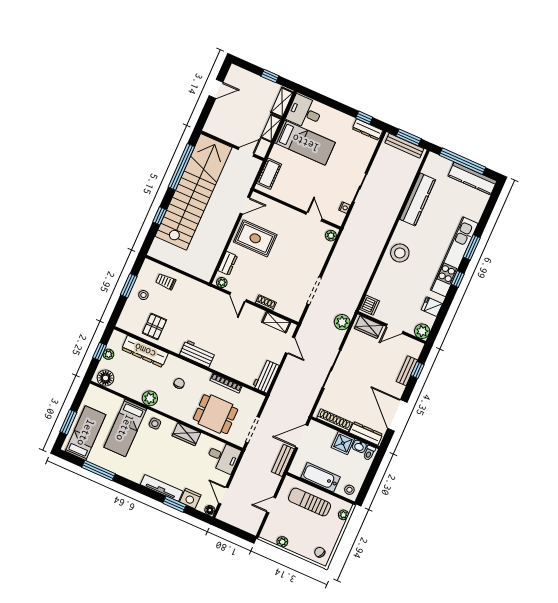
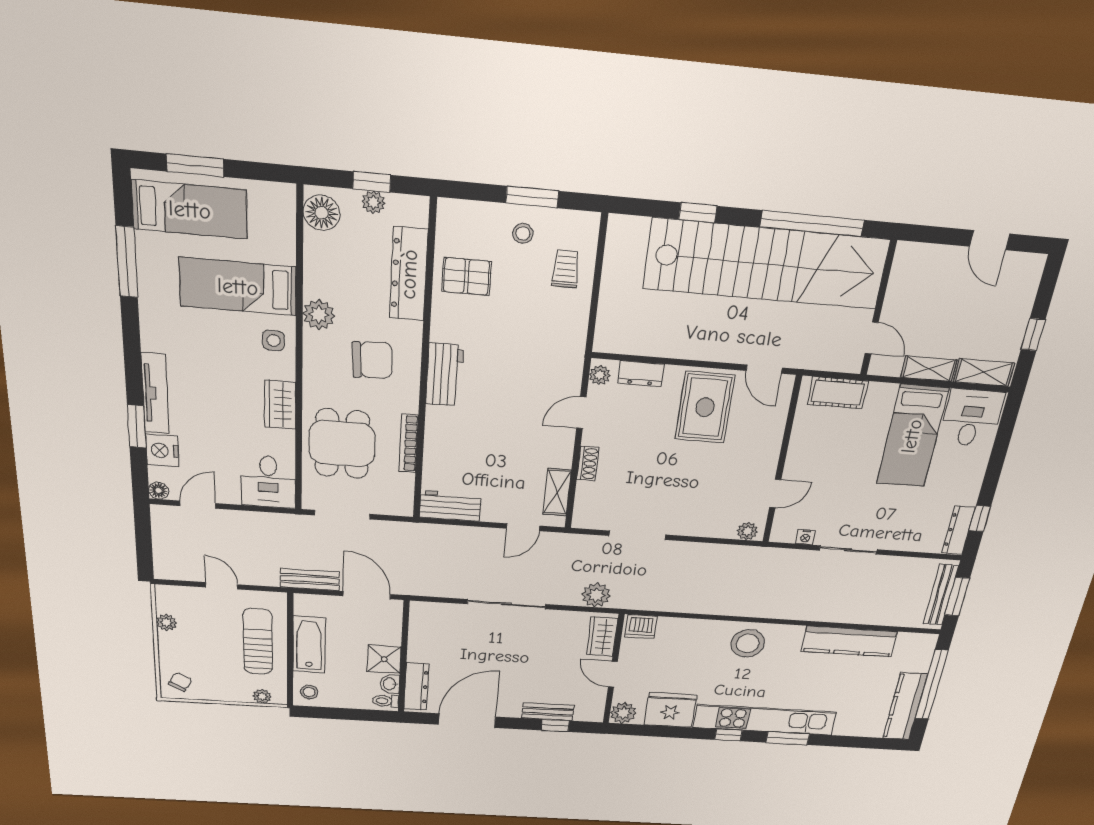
fridge: (432, 307) -> (670, 710), width x1.88, depth x1.34
chair: (179, 383) -> (372, 360), width x1.87, depth x1.87
shoe rack: (334, 420) -> (418, 635), removed

